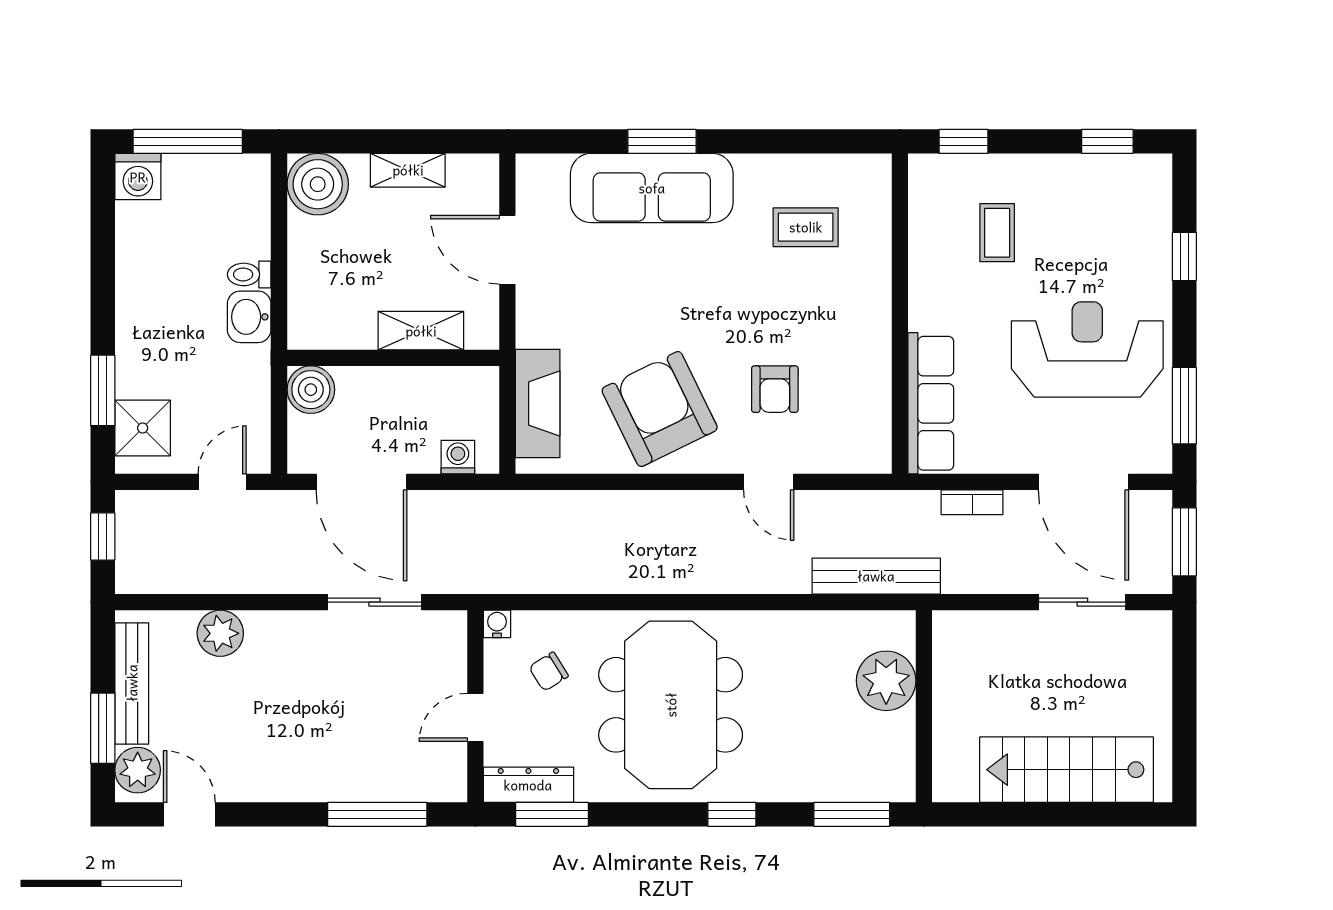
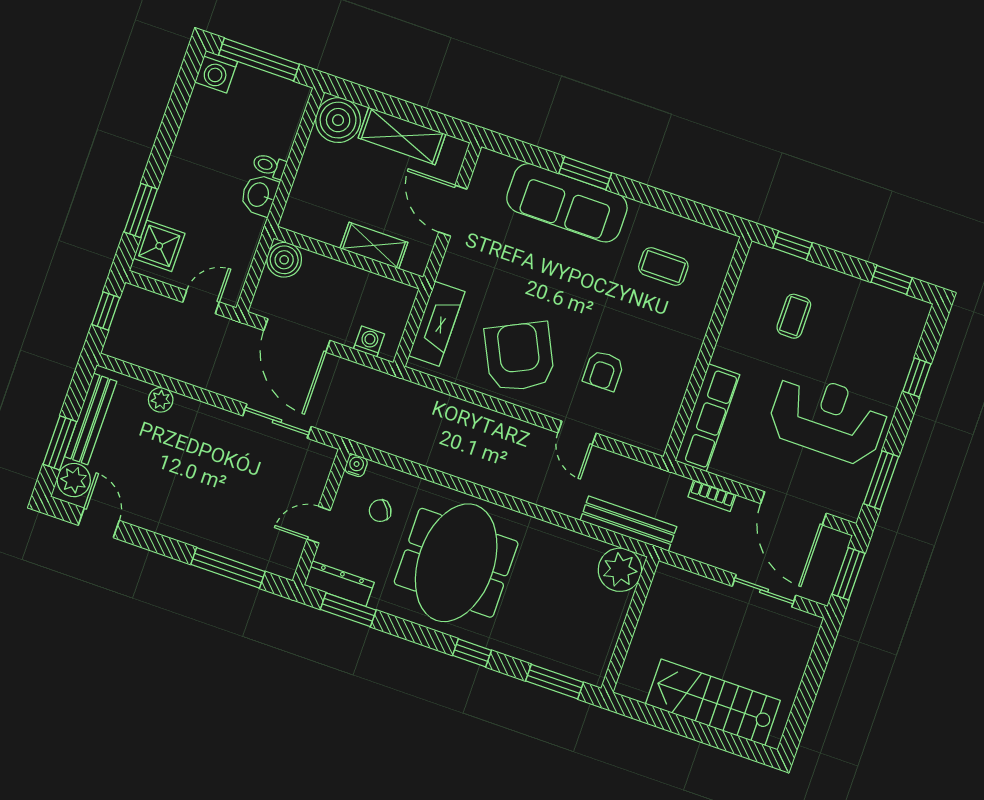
shelving: (408, 170) -> (402, 136), width x1.50, depth x1.33
plant: (220, 633) -> (161, 400), width x0.73, depth x0.73
plant: (886, 681) -> (620, 570), moved

